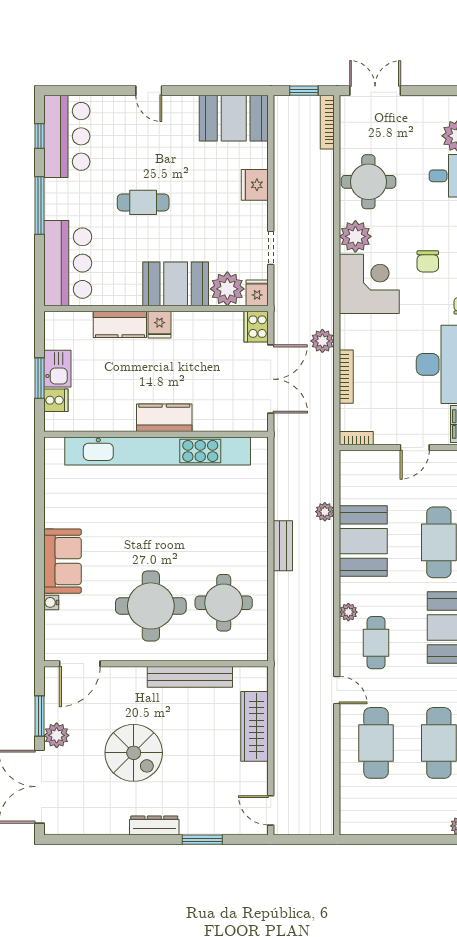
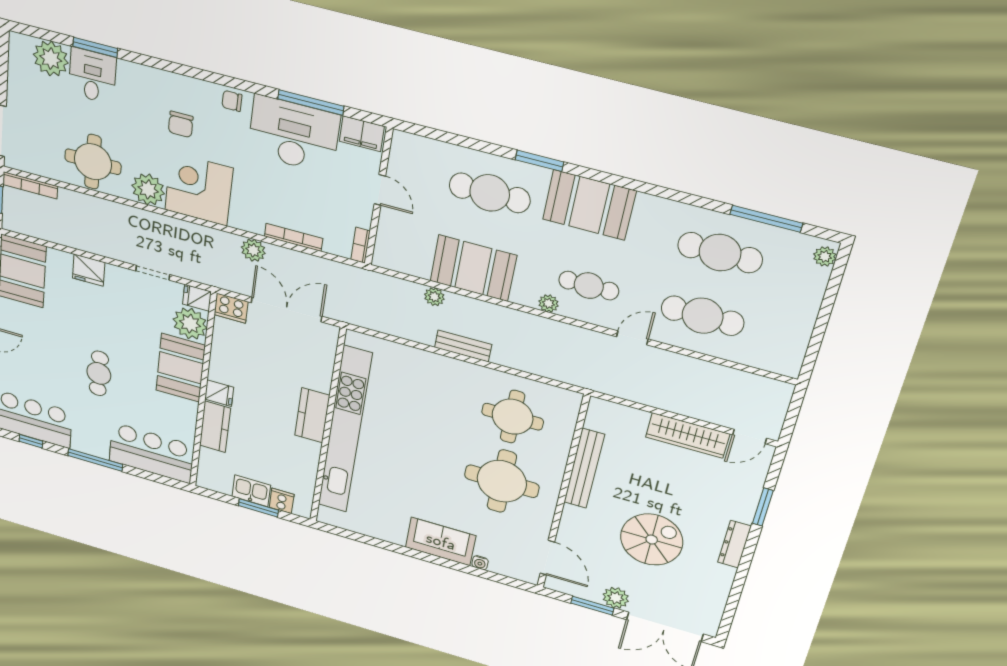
chair: (428, 261) -> (181, 124), turned 90
wardrobe: (254, 726) -> (688, 435), moved

